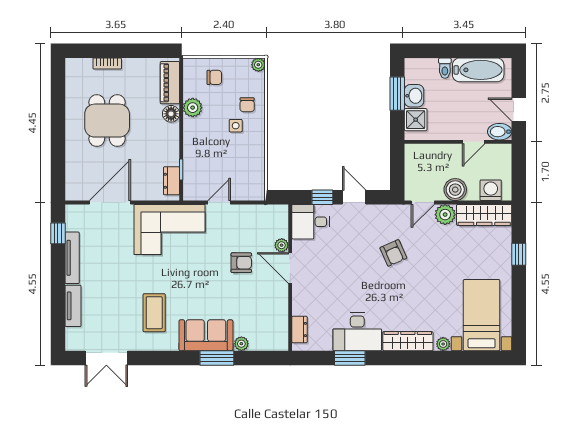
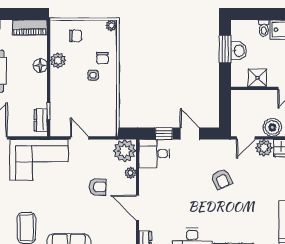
piano: (170, 83) -> (30, 28), moved, turned -90
shower: (416, 120) -> (257, 78), moved
door: (219, 203) -> (80, 138), hinge flipped
plant: (274, 218) -> (125, 151), added
door: (290, 268) -> (138, 208), moved

